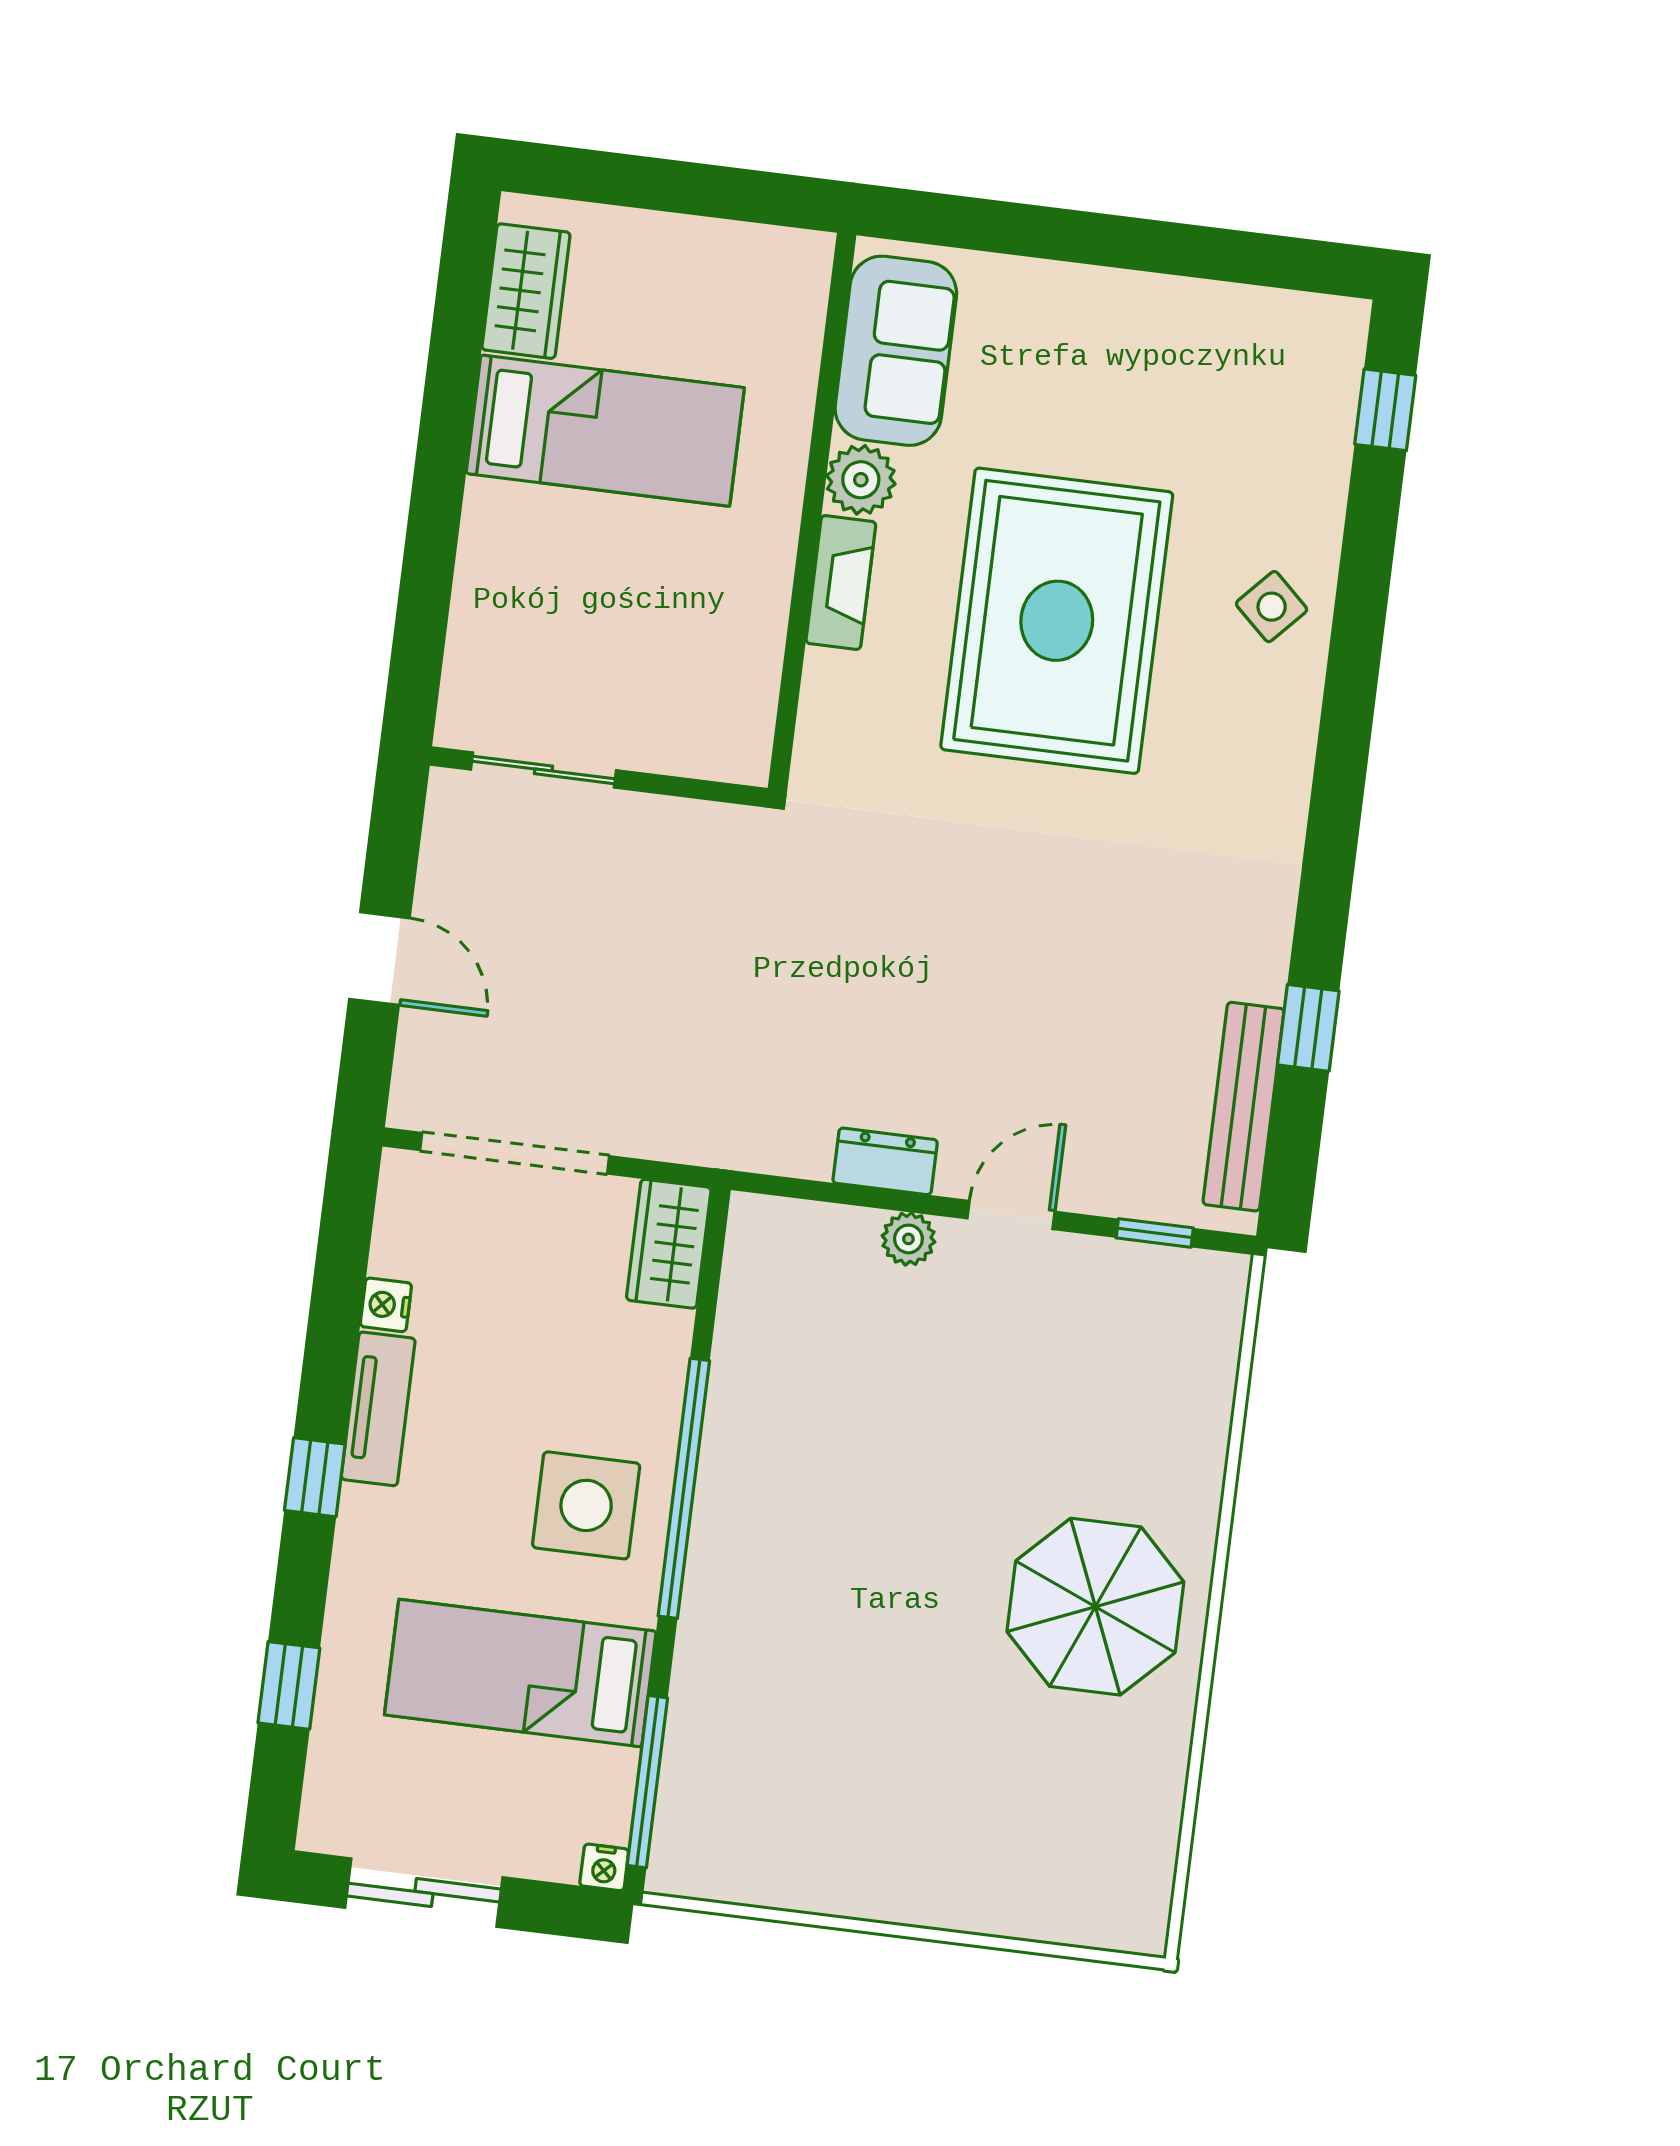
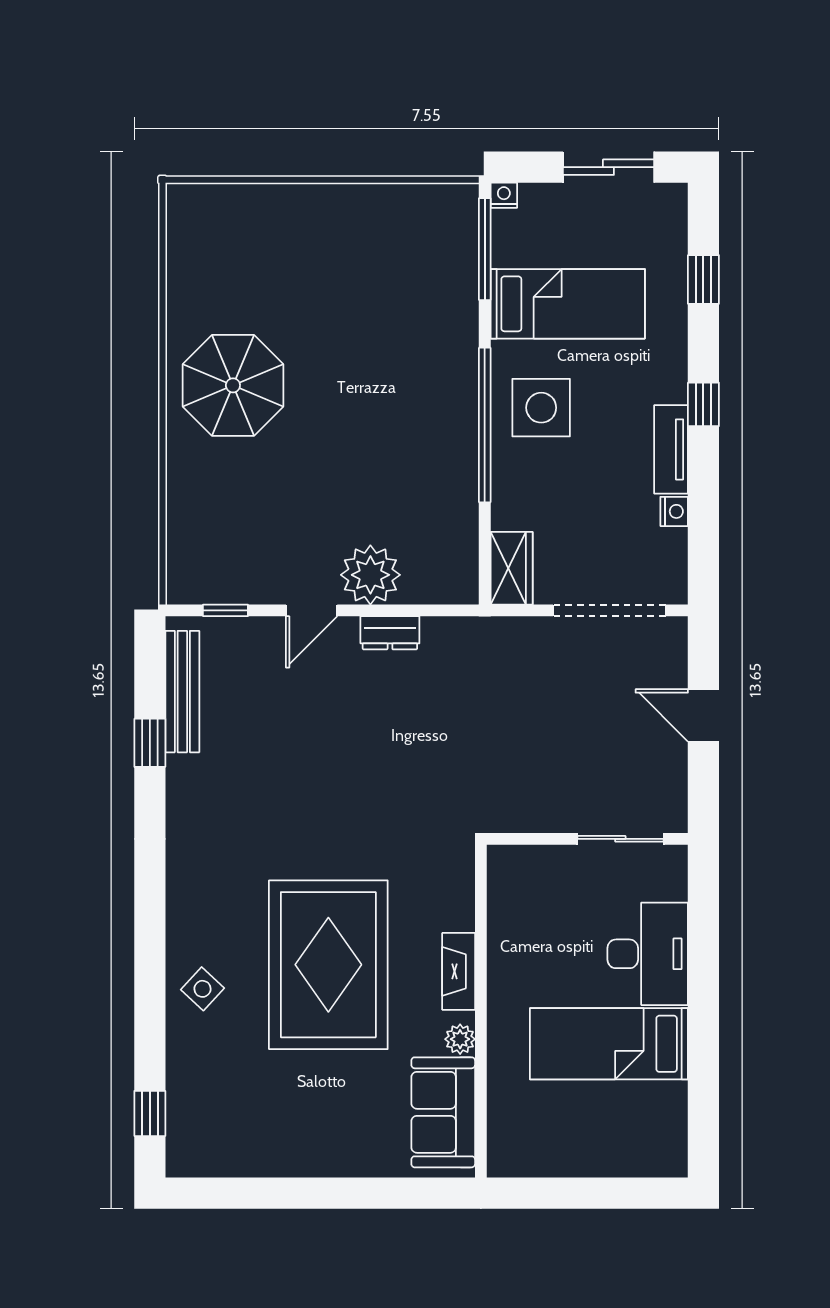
wardrobe: (526, 291) -> (666, 1120), removed
plant: (861, 480) -> (460, 1039), width x0.73, depth x0.73
desk: (522, 572) -> (648, 954), added
plant: (908, 1239) -> (370, 575), width x1.87, depth x1.87

